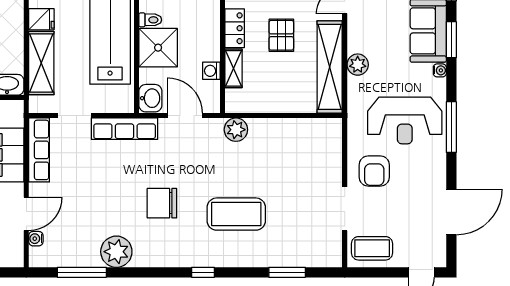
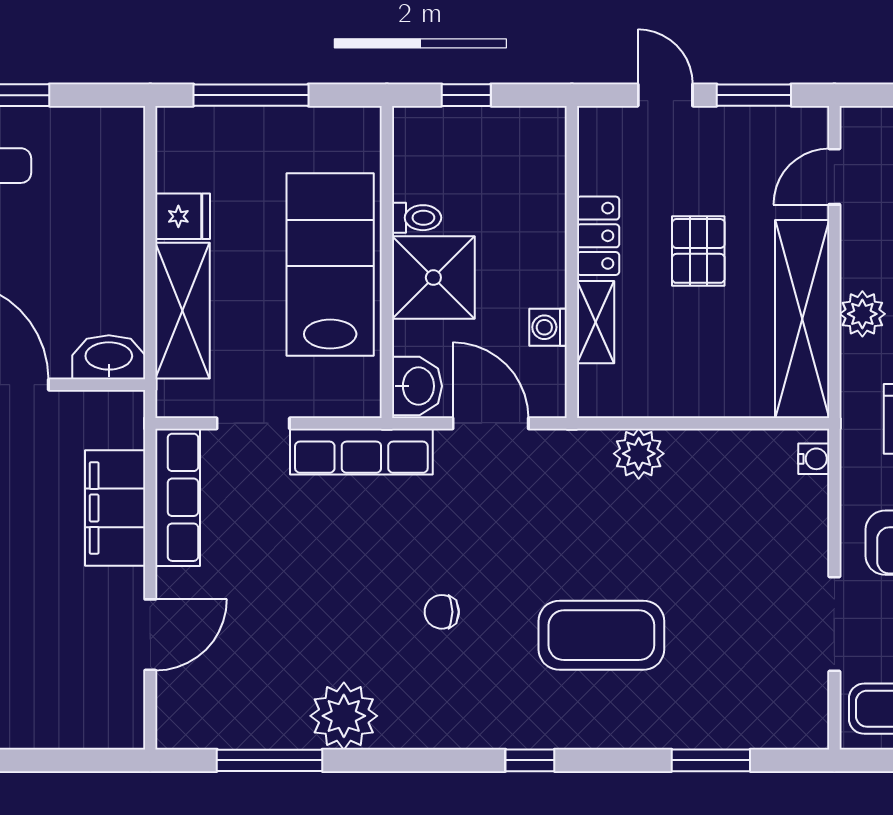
plant: (236, 130) -> (639, 454), moved
chair: (162, 203) -> (442, 612), width x0.54, depth x0.54
water cooler: (36, 239) -> (814, 459), moved, turned 180

